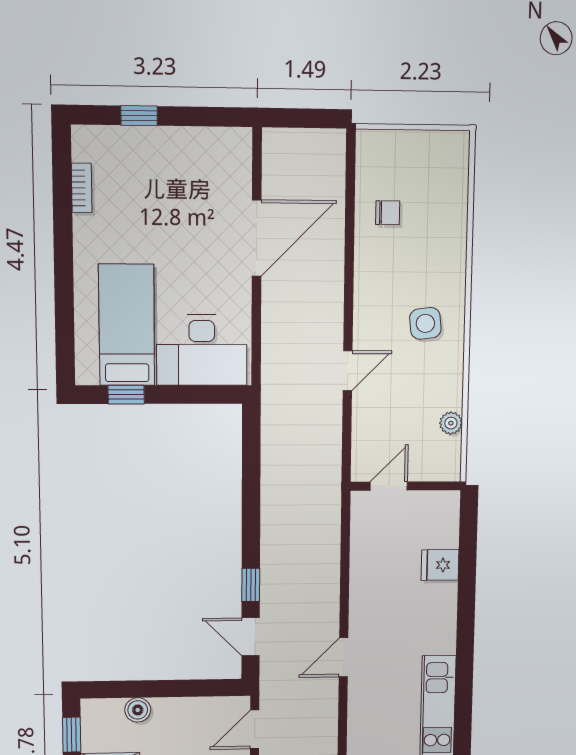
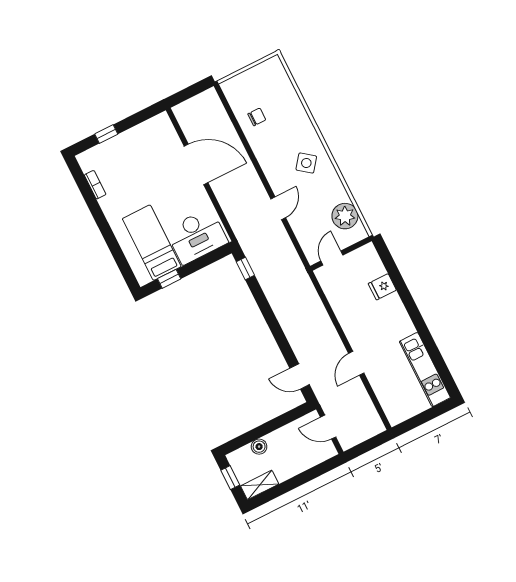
door: (257, 238) -> (196, 164), hinge flipped
side table: (425, 323) -> (306, 163), turned 45
plant: (451, 423) -> (345, 216), width x1.88, depth x1.88
window: (251, 585) -> (245, 268), moved
door: (255, 729) -> (328, 427), hinge flipped

